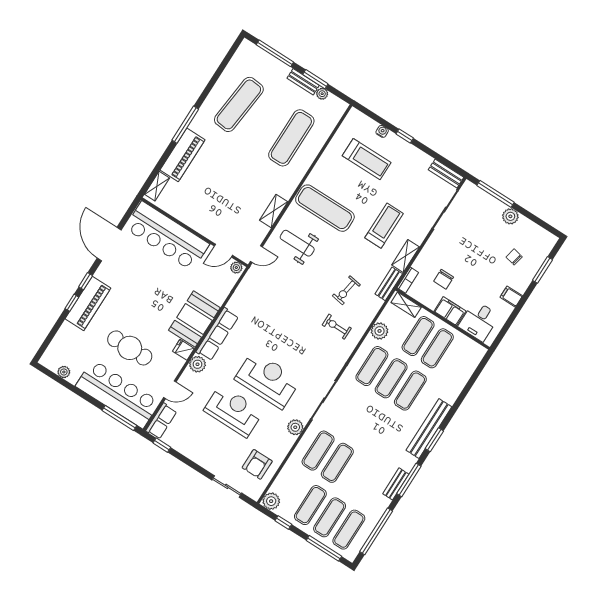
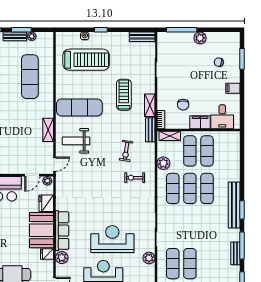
treadmill: (367, 159) -> (86, 60), width x1.37, depth x1.37
fridge: (219, 292) -> (46, 203), added

